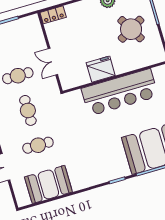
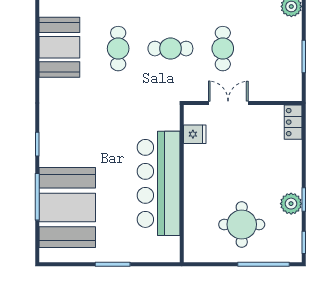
round table: (131, 29) -> (242, 224), turned 30
fridge: (101, 69) -> (195, 134), moved, width x0.53, depth x0.75

